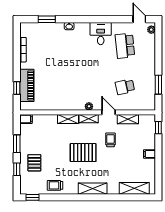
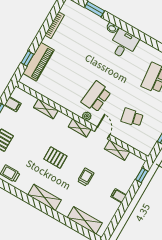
desk: (101, 34) -> (124, 44), moved
school desk: (88, 87) -> (96, 97), added
filing cabinet: (26, 119) -> (13, 104), moved
shelving: (68, 119) -> (46, 109), moved
trolley: (110, 140) -> (86, 177), moved
pallet: (83, 153) -> (55, 158), width x0.67, depth x0.71

